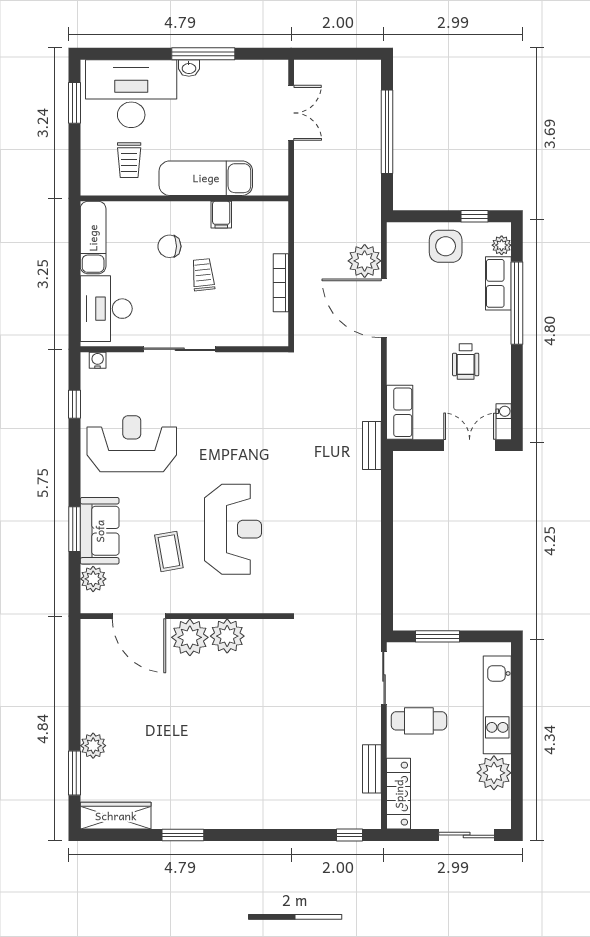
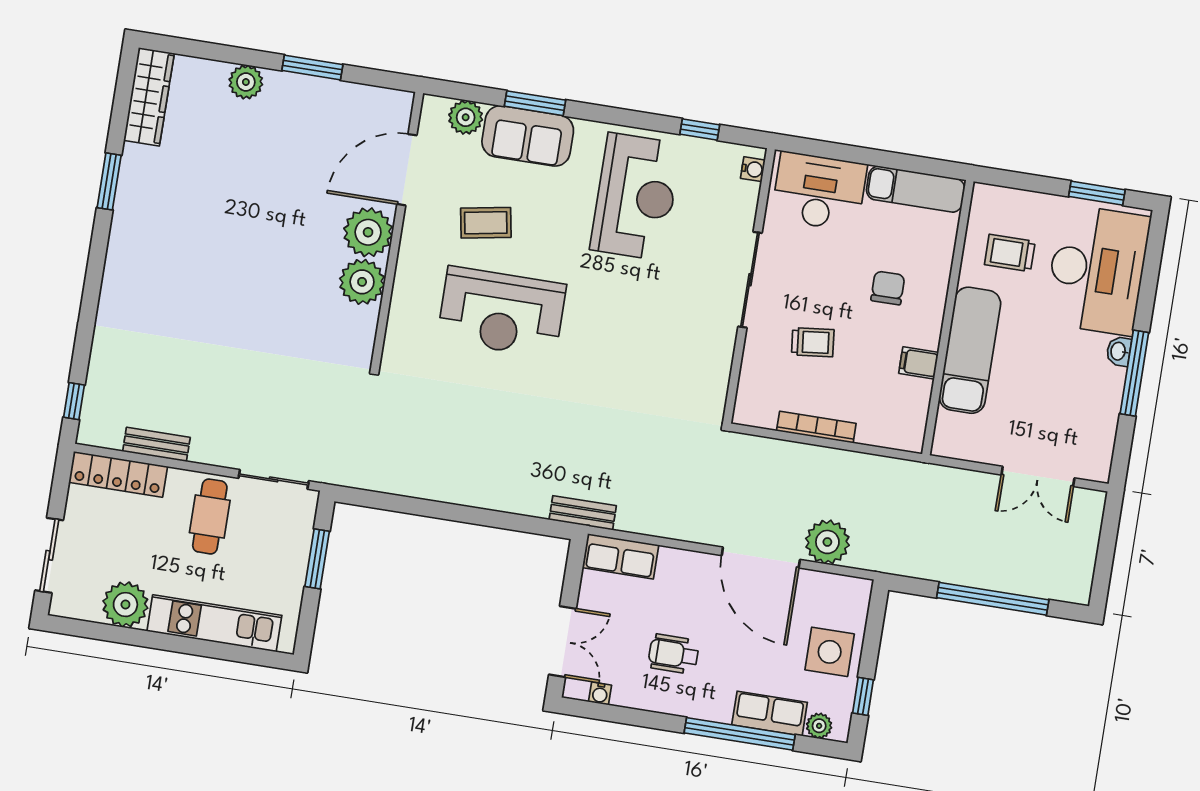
trolley: (203, 275) -> (813, 342), moved
door: (384, 308) -> (761, 558), swing flipped
window: (75, 773) -> (312, 68), moved

